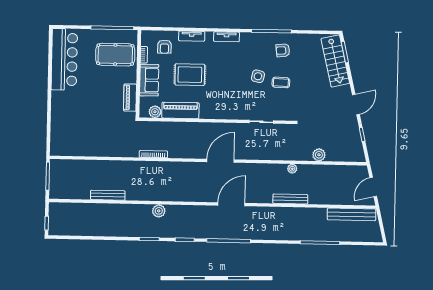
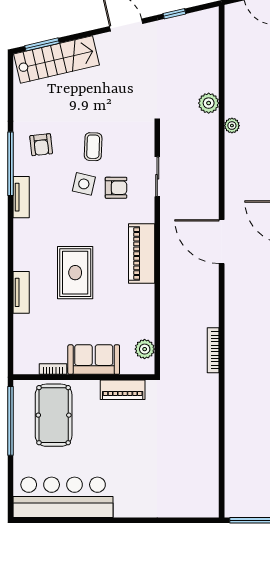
tv unit: (227, 37) -> (21, 197), moved
armchair: (164, 47) -> (116, 188), moved
rug: (190, 75) -> (75, 273), moved
piano: (180, 110) -> (142, 254), moved
plant: (319, 155) -> (209, 103), moved

